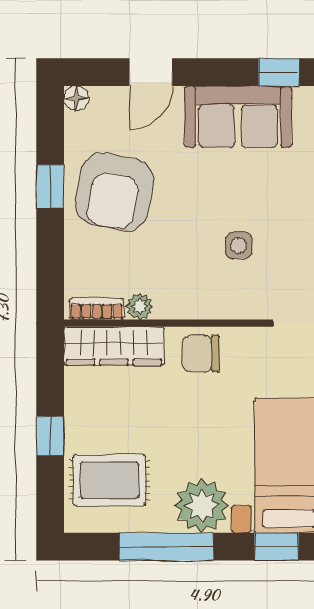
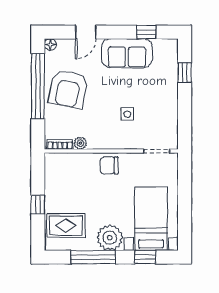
window: (50, 186) -> (38, 86), width x3.17
wardrobe: (114, 346) -> (68, 162), removed

